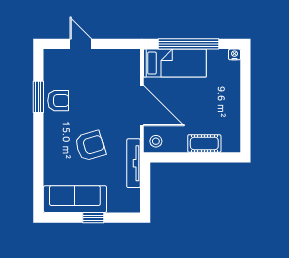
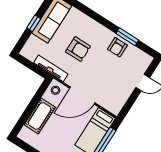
cot: (204, 143) -> (40, 116), width x1.37, depth x1.34
armchair: (90, 146) -> (78, 49), turned -73

